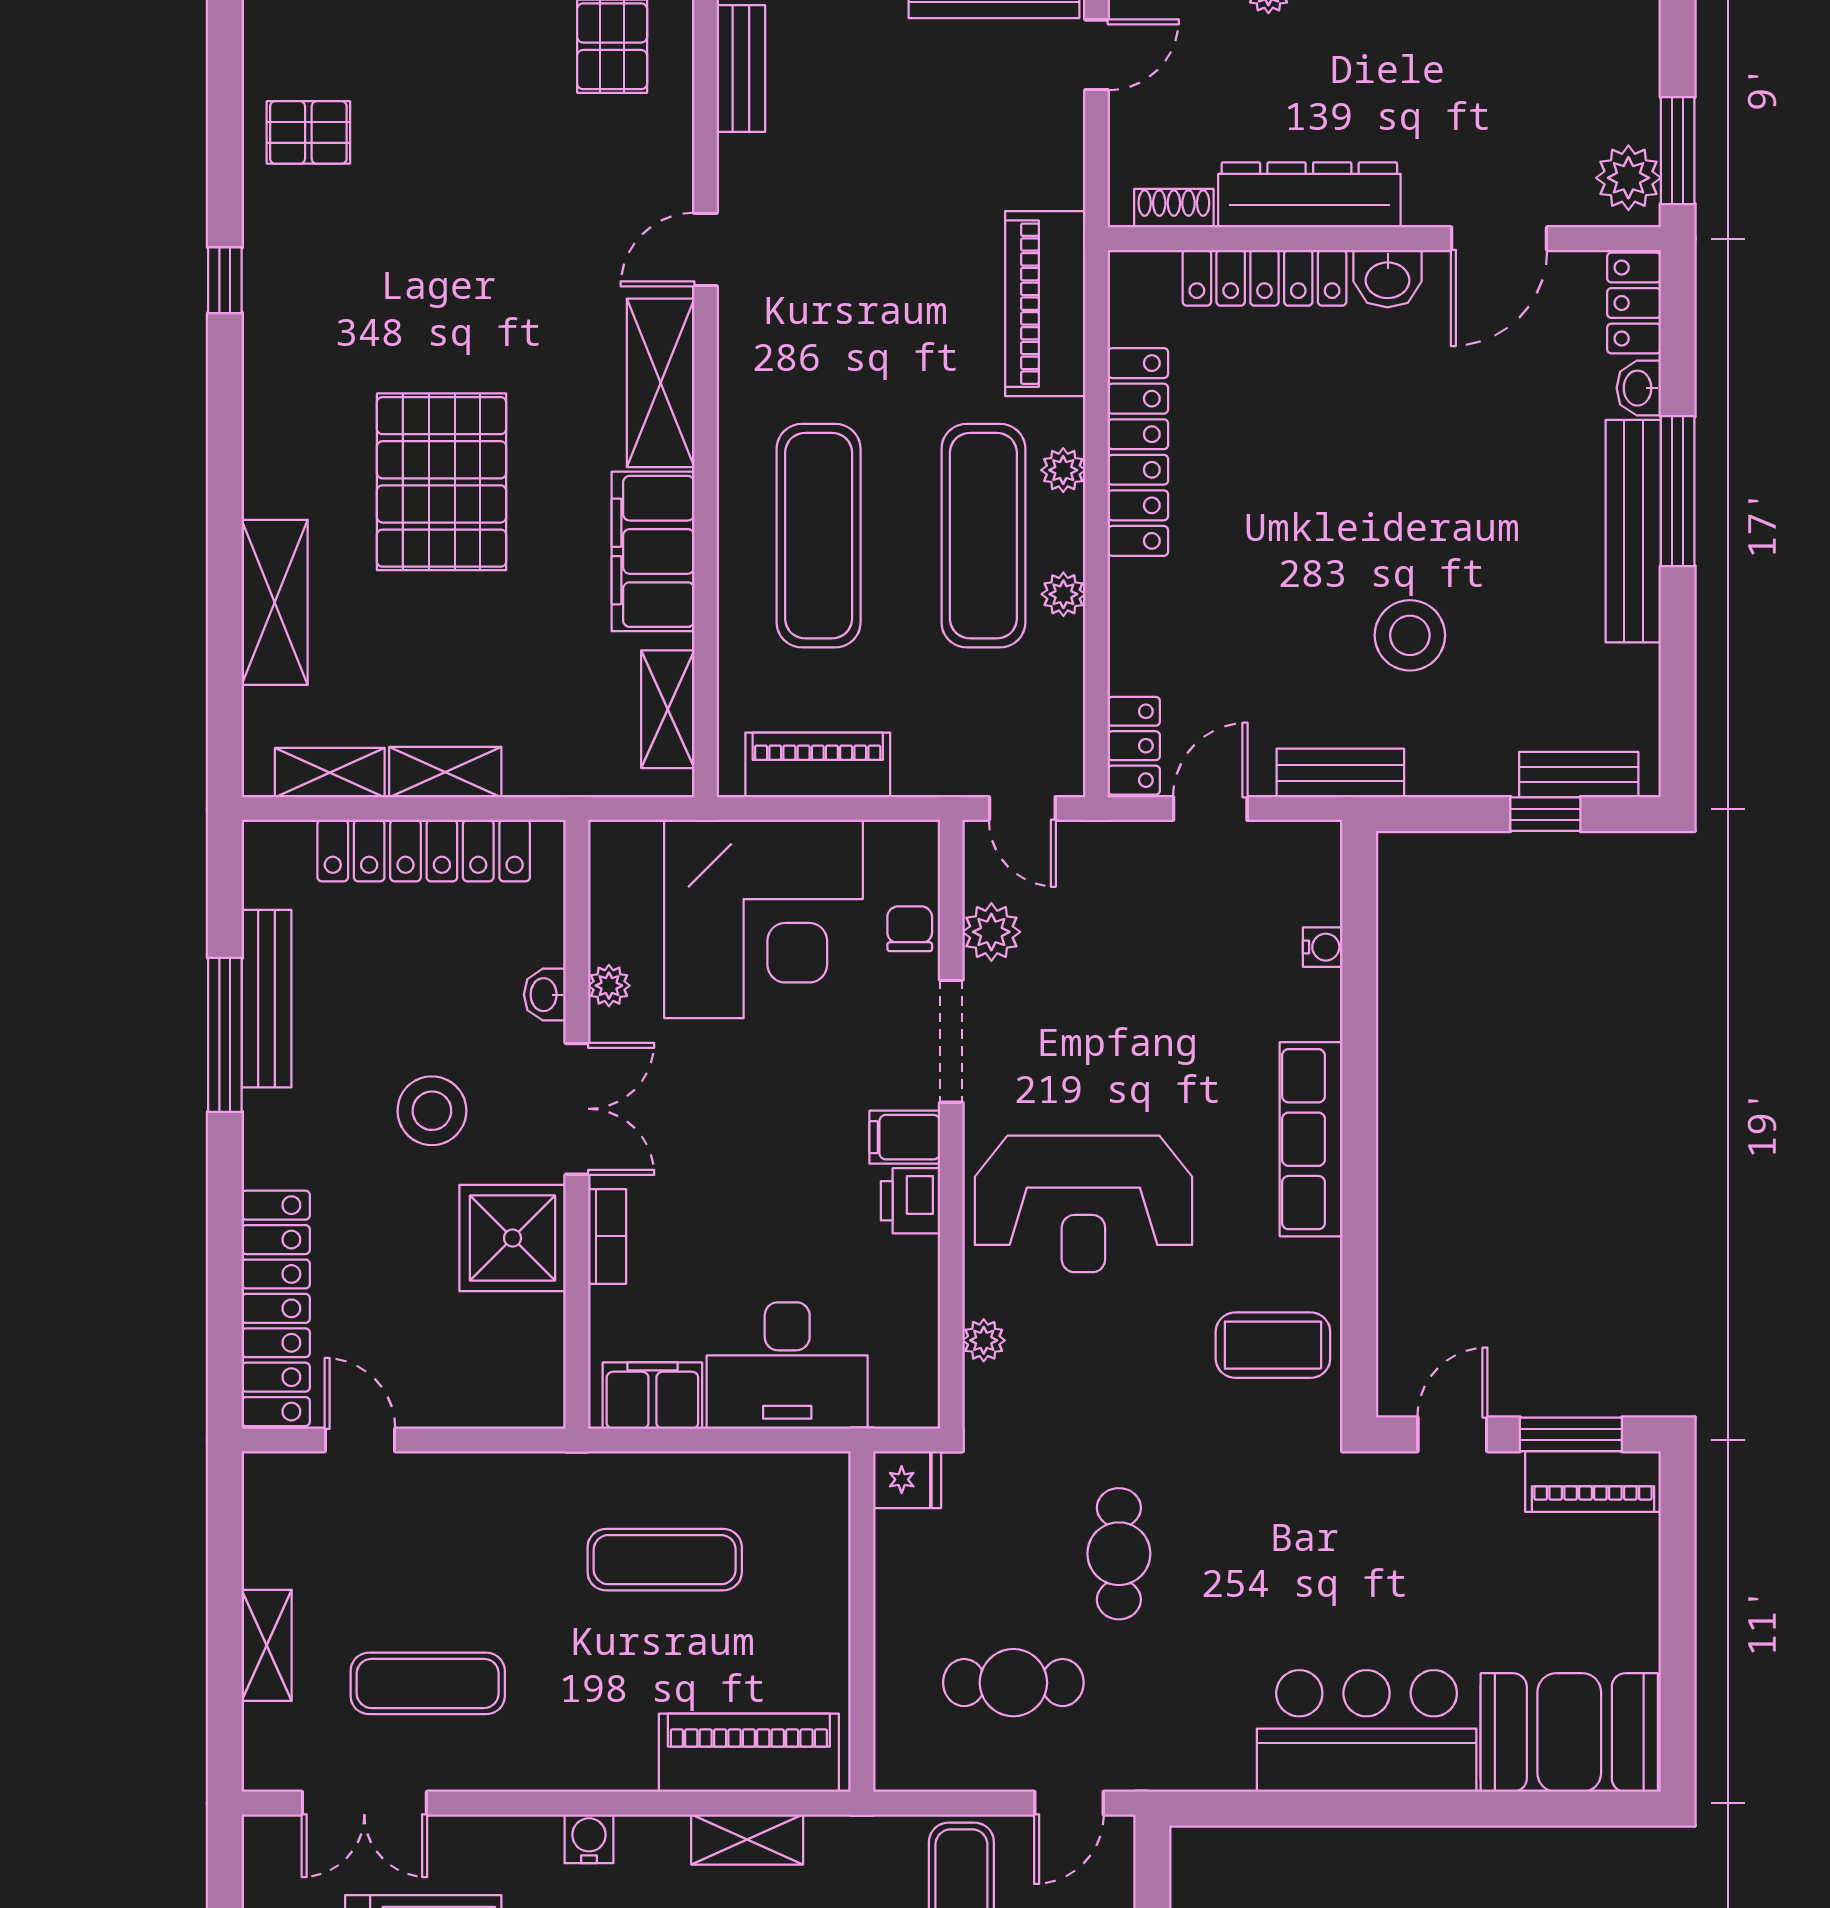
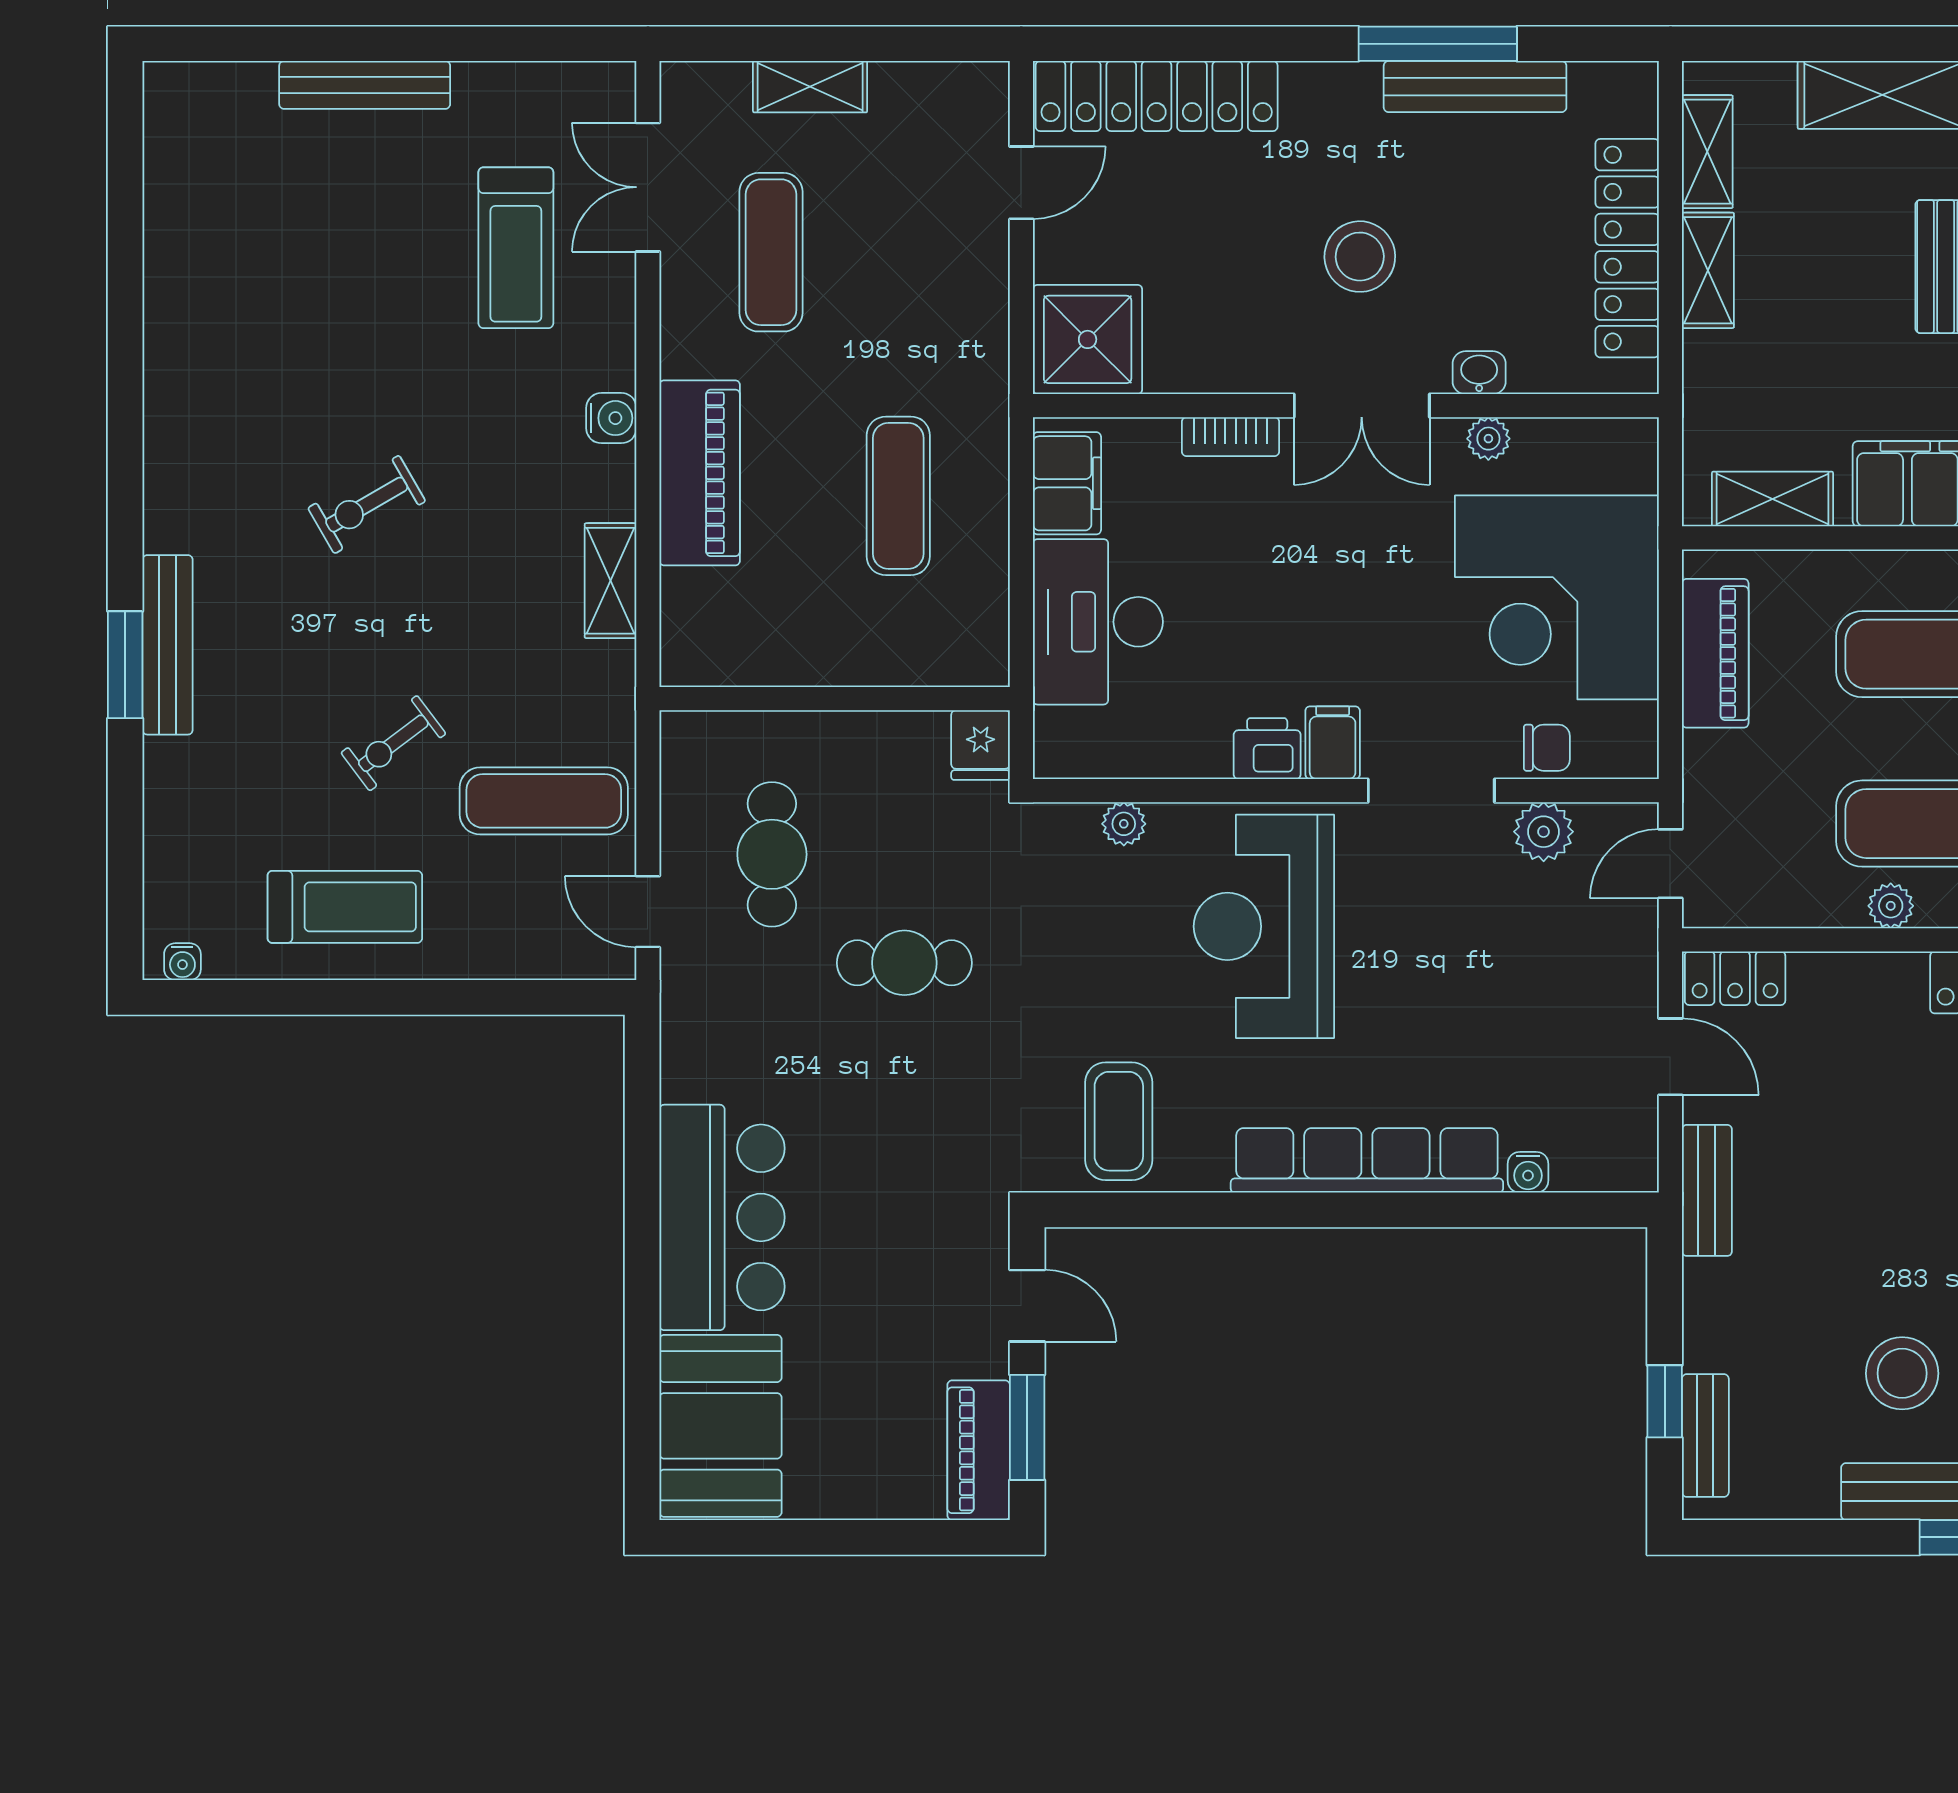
stool: (1410, 635) -> (1902, 1373), moved
row of seats: (1311, 1139) -> (1367, 1160), width x1.36
shower: (513, 1238) -> (1088, 339), moved
piano: (749, 1753) -> (700, 473), moved

